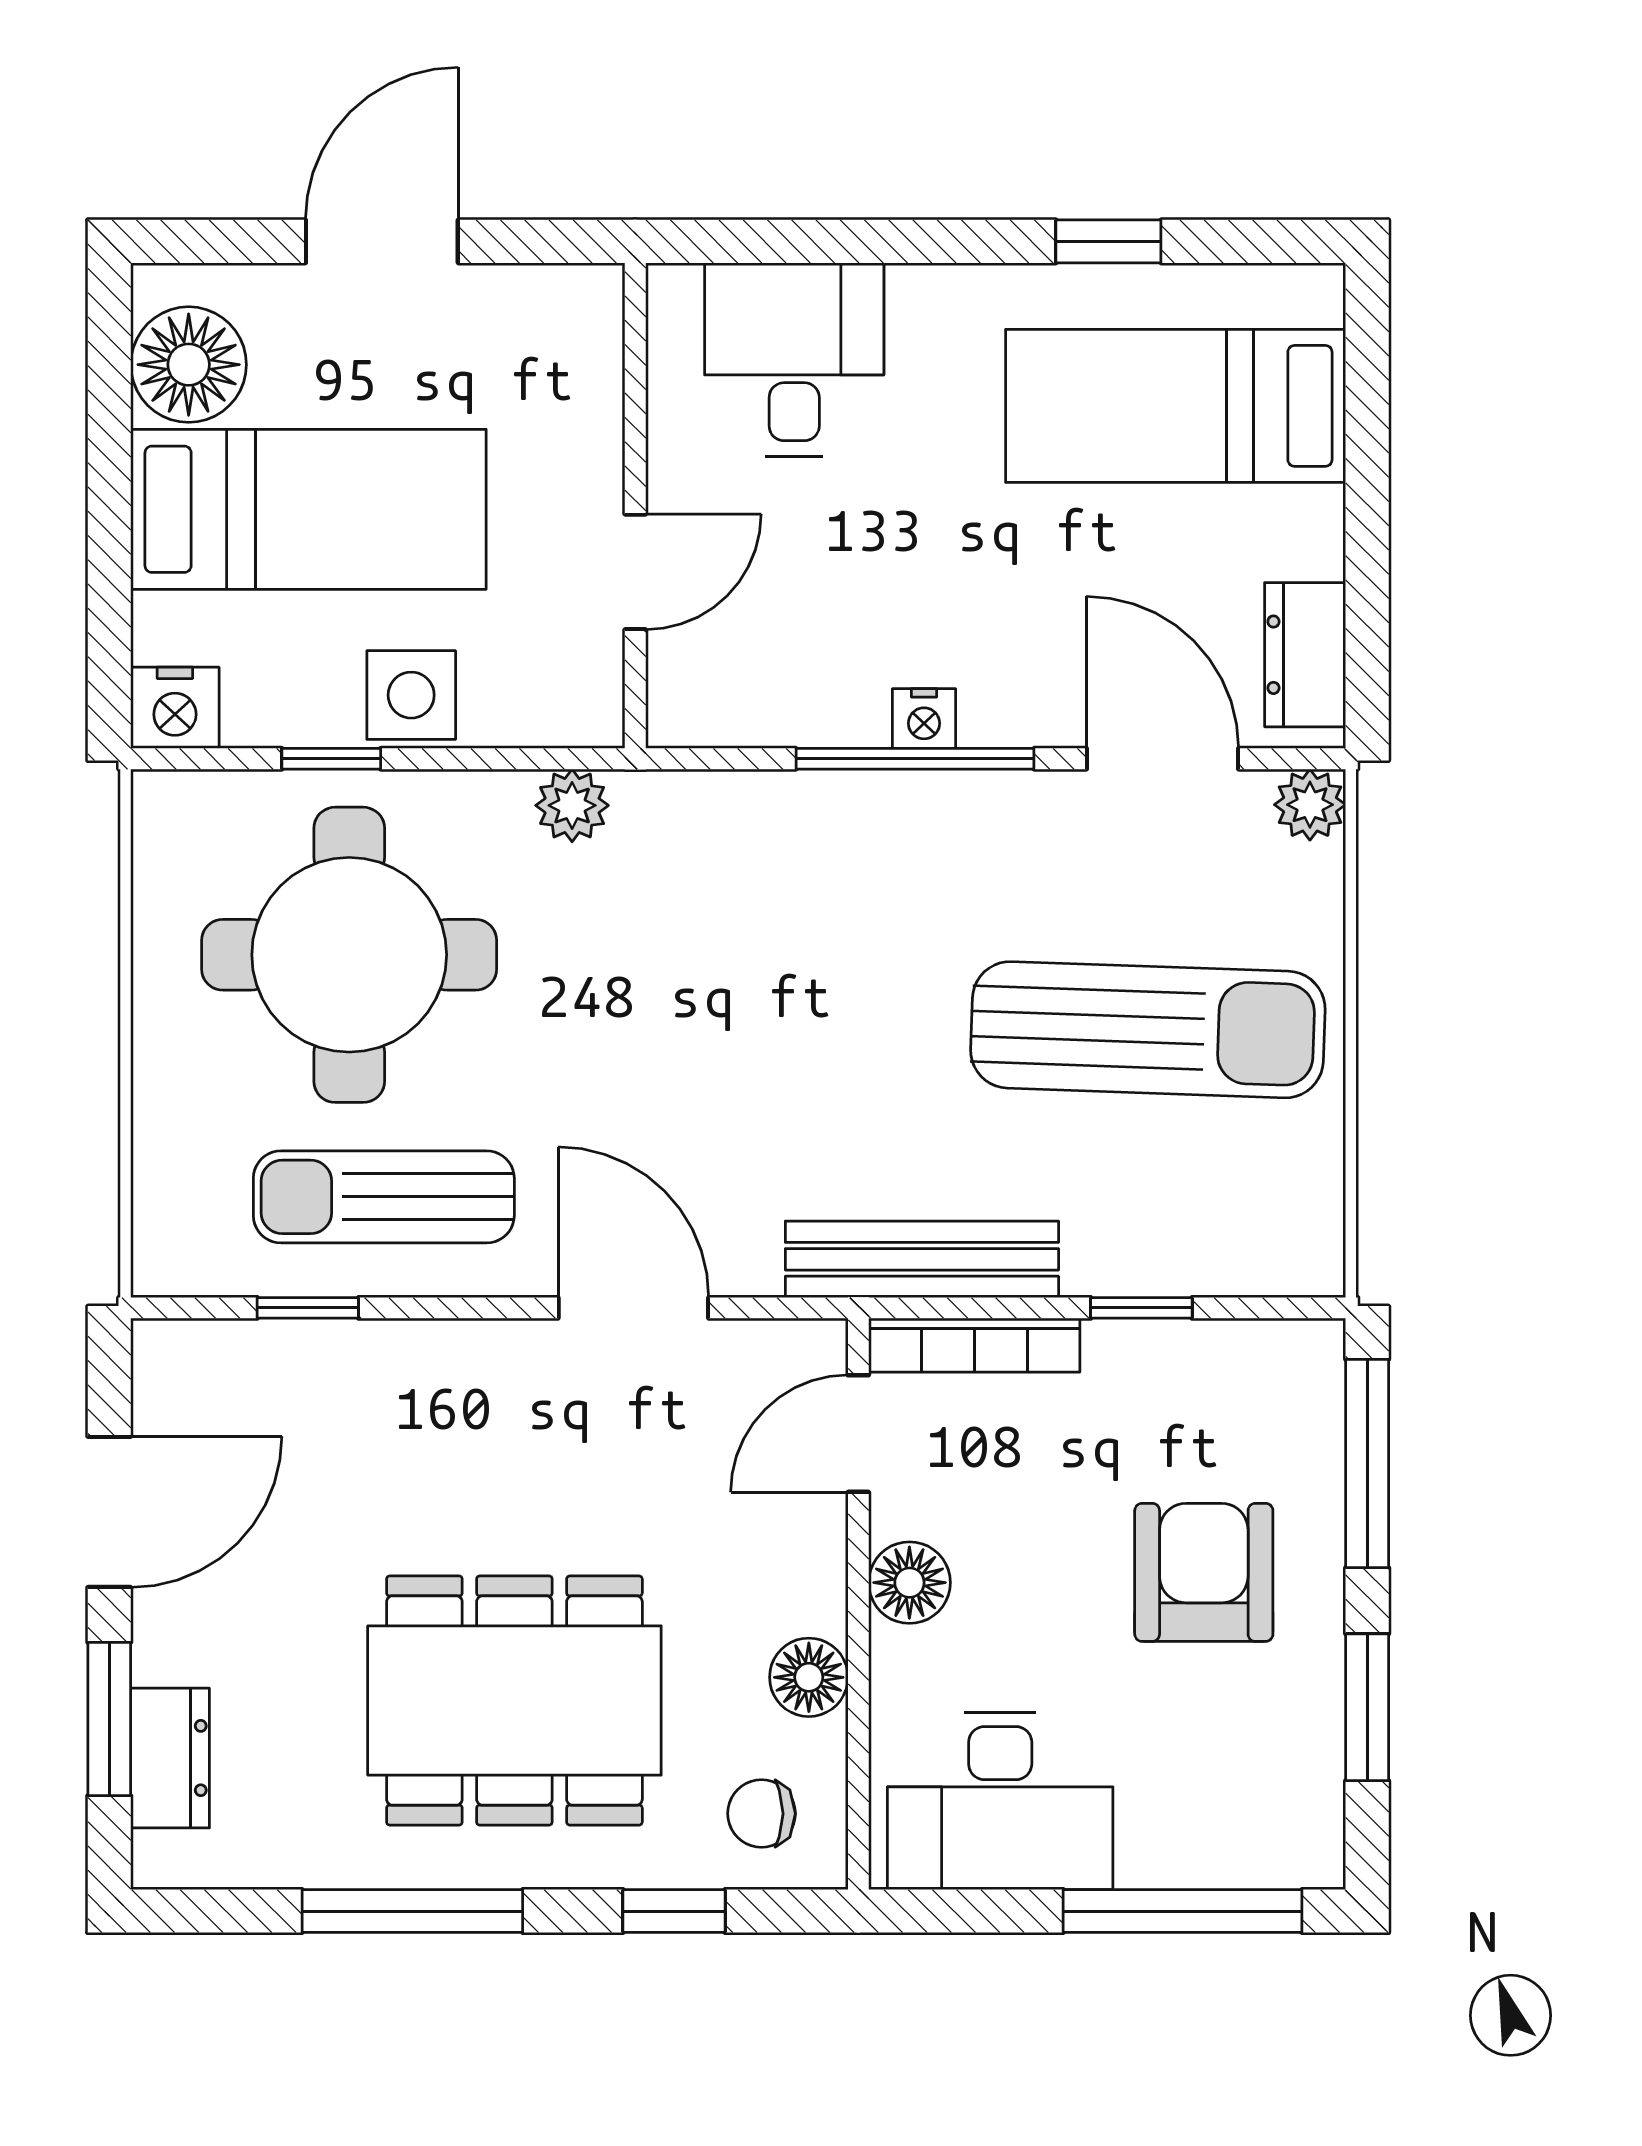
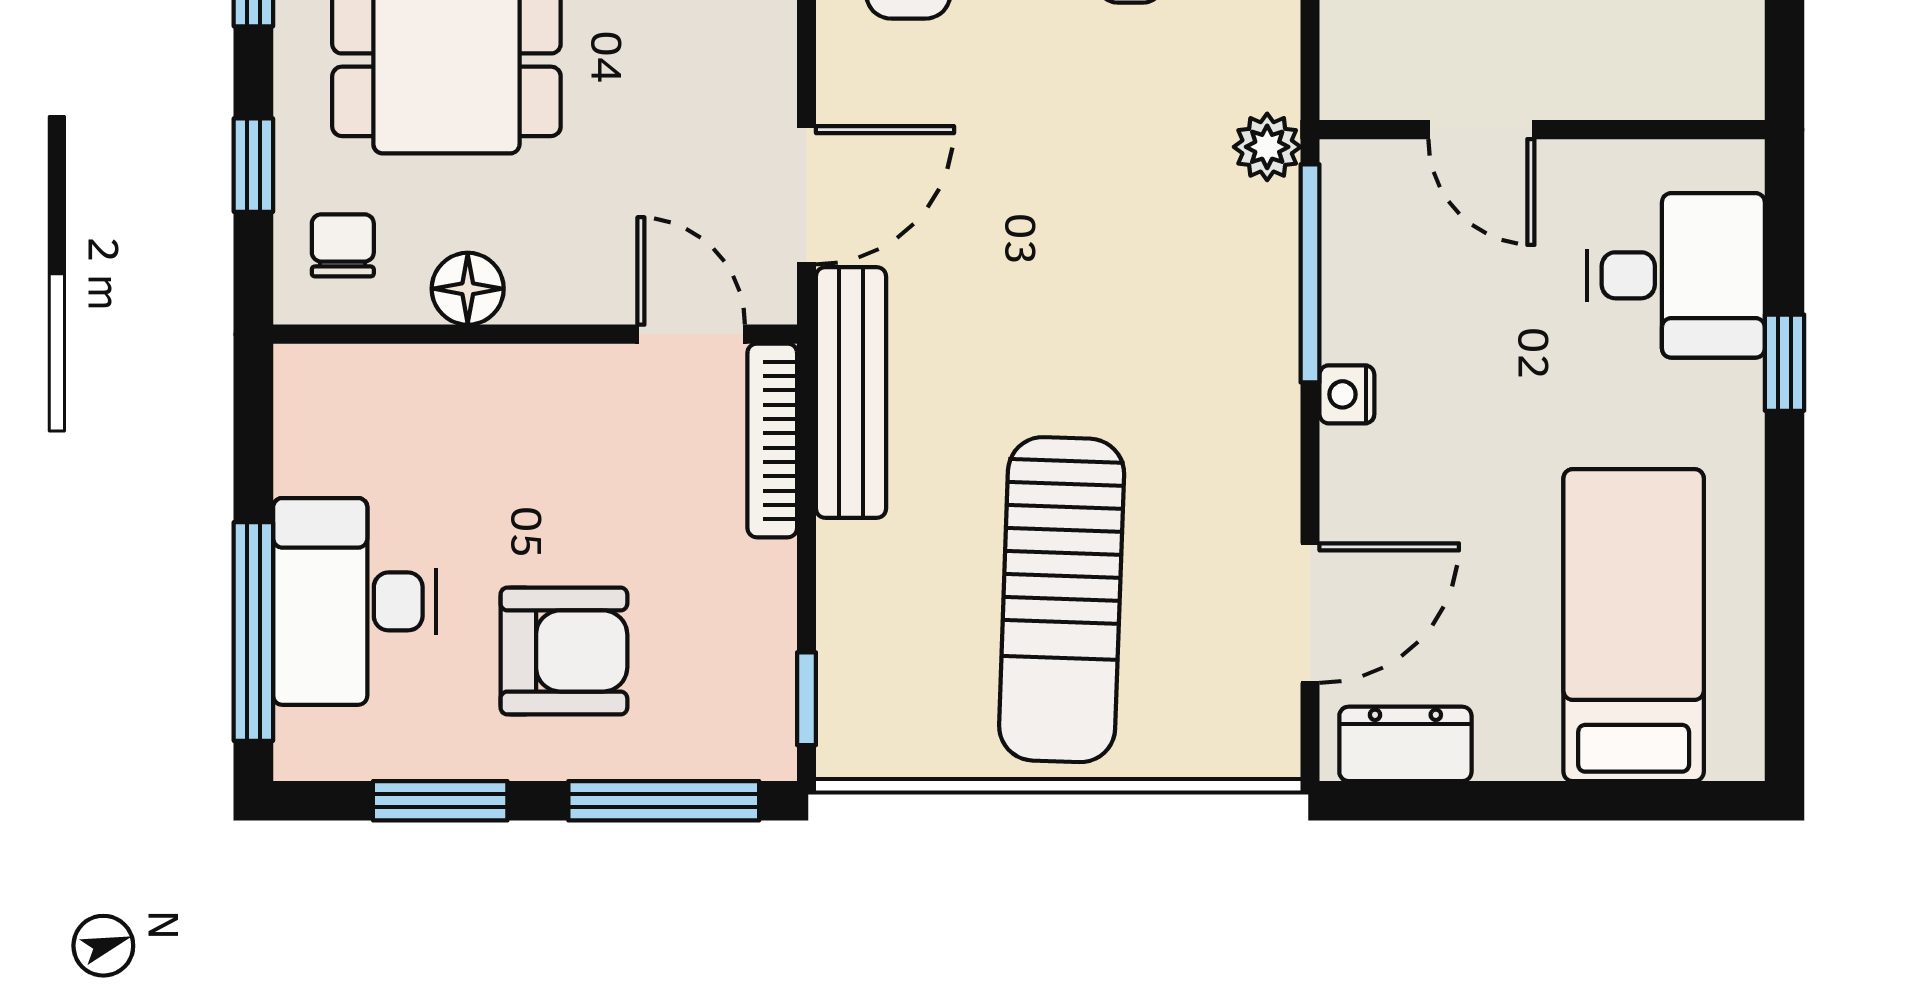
window: (1108, 241) -> (1784, 363), moved
window: (915, 759) -> (1310, 273), moved
plant: (572, 805) -> (1267, 147), moved
plant: (1310, 805) -> (1268, 748), removed
door: (633, 1308) -> (806, 195), moved
window: (1141, 1308) -> (806, 699), moved
floor lamp: (909, 1583) -> (555, 381), removed
desk: (1000, 1801) -> (354, 601), moved

